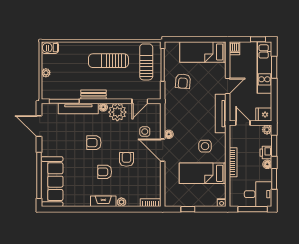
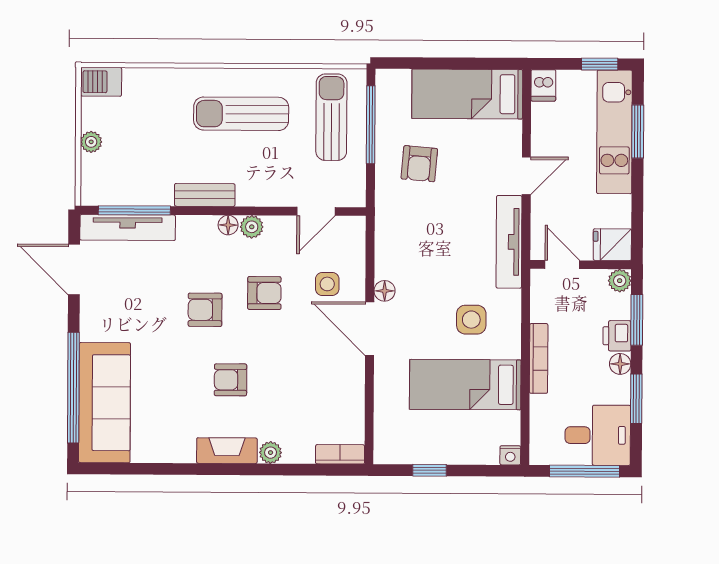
tv unit: (78, 108) -> (128, 228), moved
plant: (117, 112) -> (252, 227), width x0.53, depth x0.53
armchair: (126, 159) -> (264, 293), moved, turned 90

